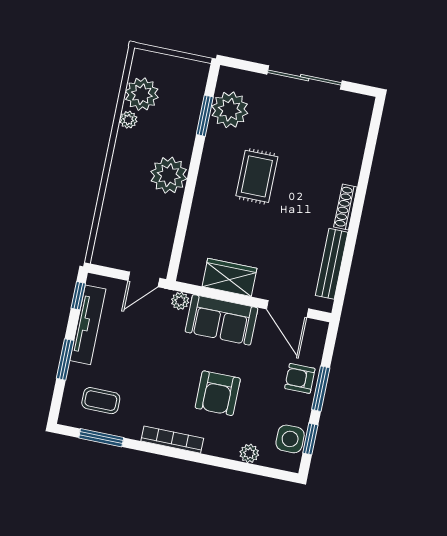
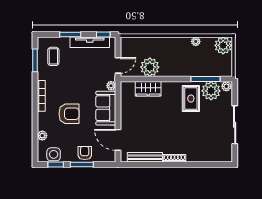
plant: (227, 78) -> (226, 86), added
plant: (142, 94) -> (223, 45), moved
window: (205, 116) -> (205, 79), width x1.44
plant: (169, 175) -> (150, 67), moved
rug: (257, 176) -> (191, 99), moved, turned 90
wardrobe: (229, 277) -> (148, 89), moved, turned 90
door: (144, 279) -> (118, 65), swing flipped
door: (287, 309) -> (118, 140), hinge flipped
armchair: (218, 393) -> (69, 114), turned 180

